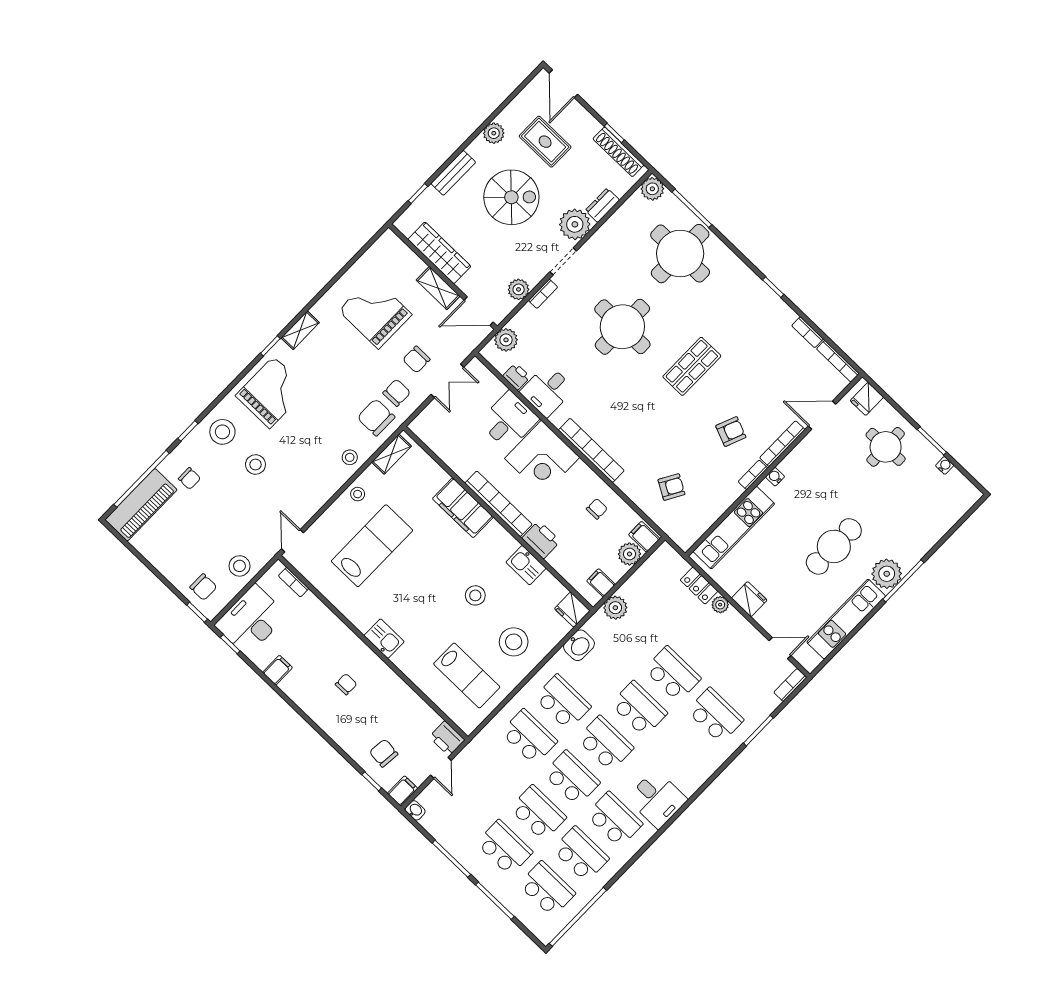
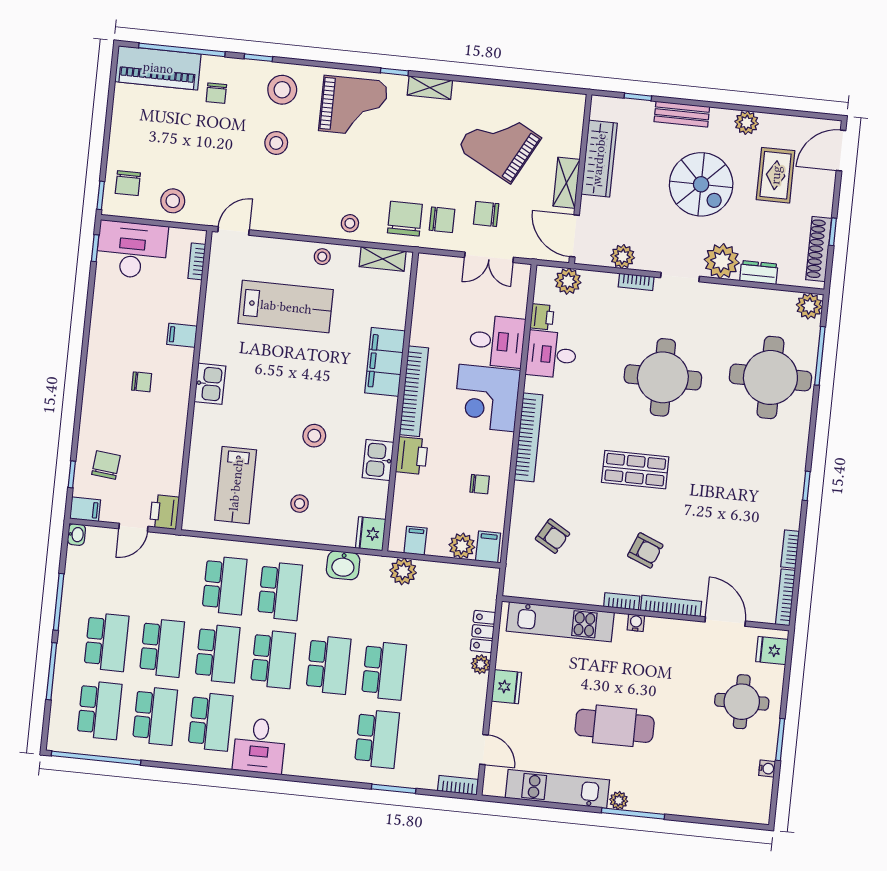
grand piano: (375, 313) -> (499, 143), turned -62
shop shelf: (692, 366) -> (635, 470), moved
plant: (887, 574) -> (619, 800), width x0.53, depth x0.53
stool: (514, 642) -> (300, 504), width x0.53, depth x0.53
filing cabinet: (278, 670) -> (182, 335), moved, turned 180

